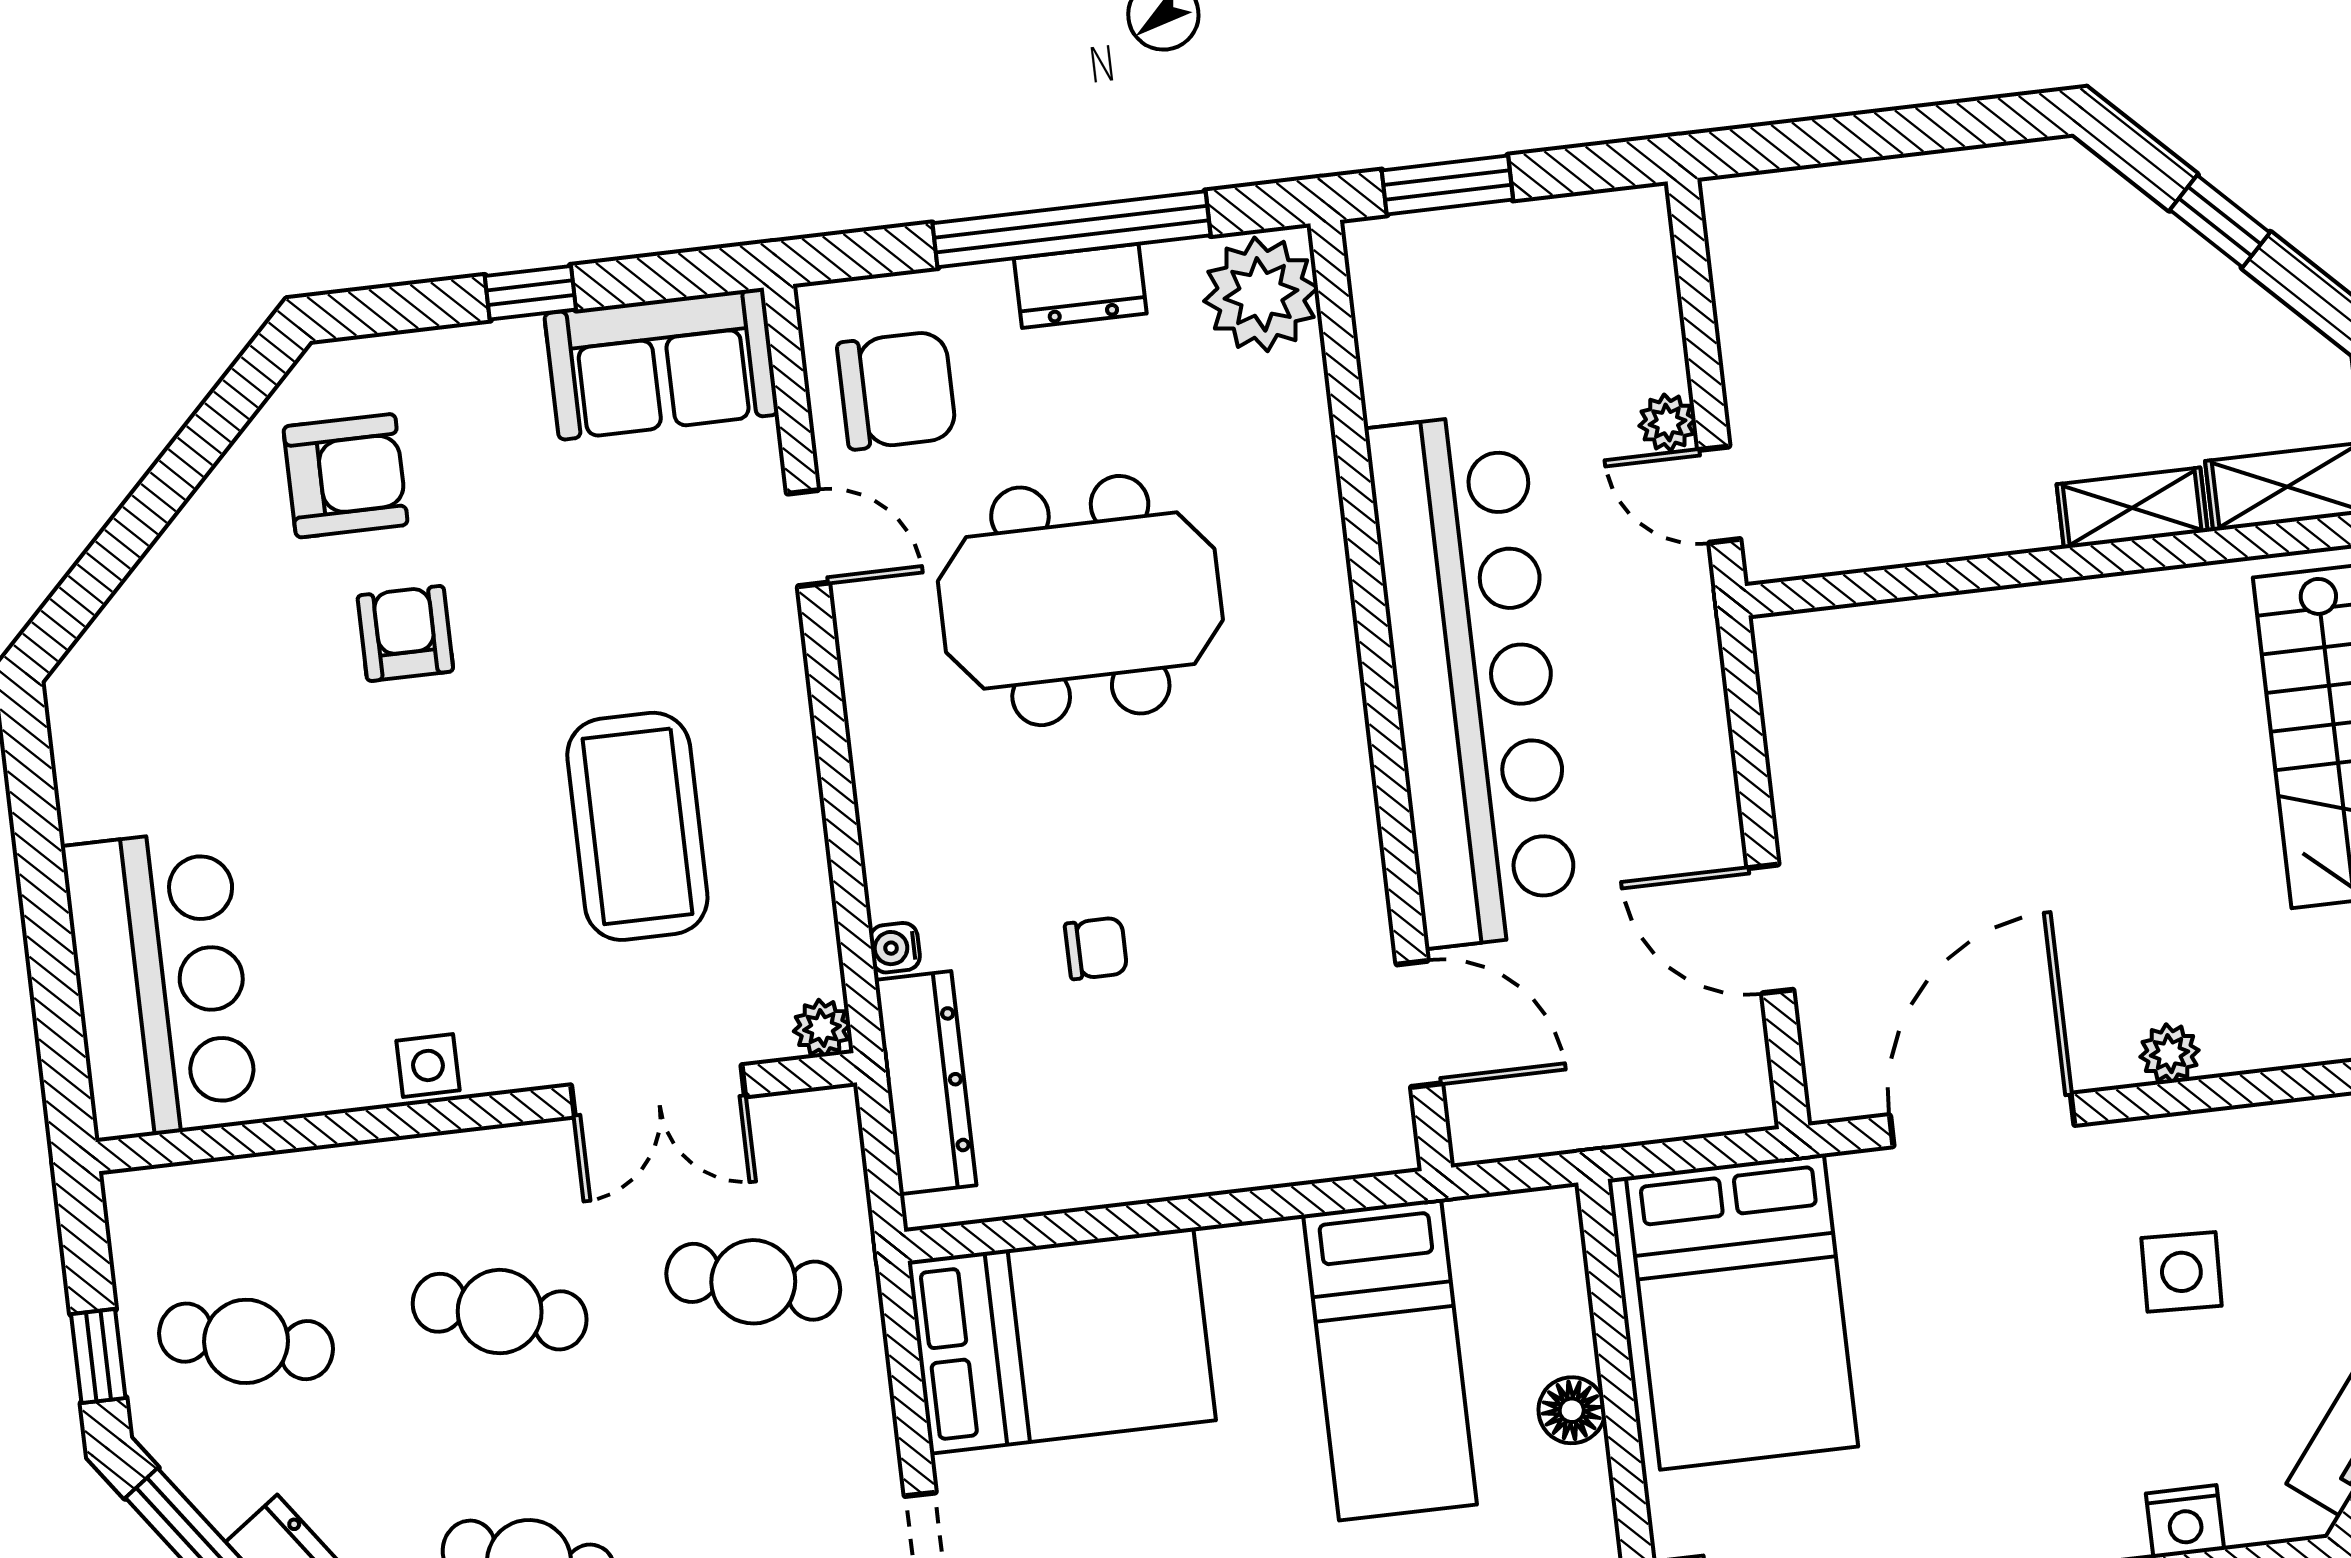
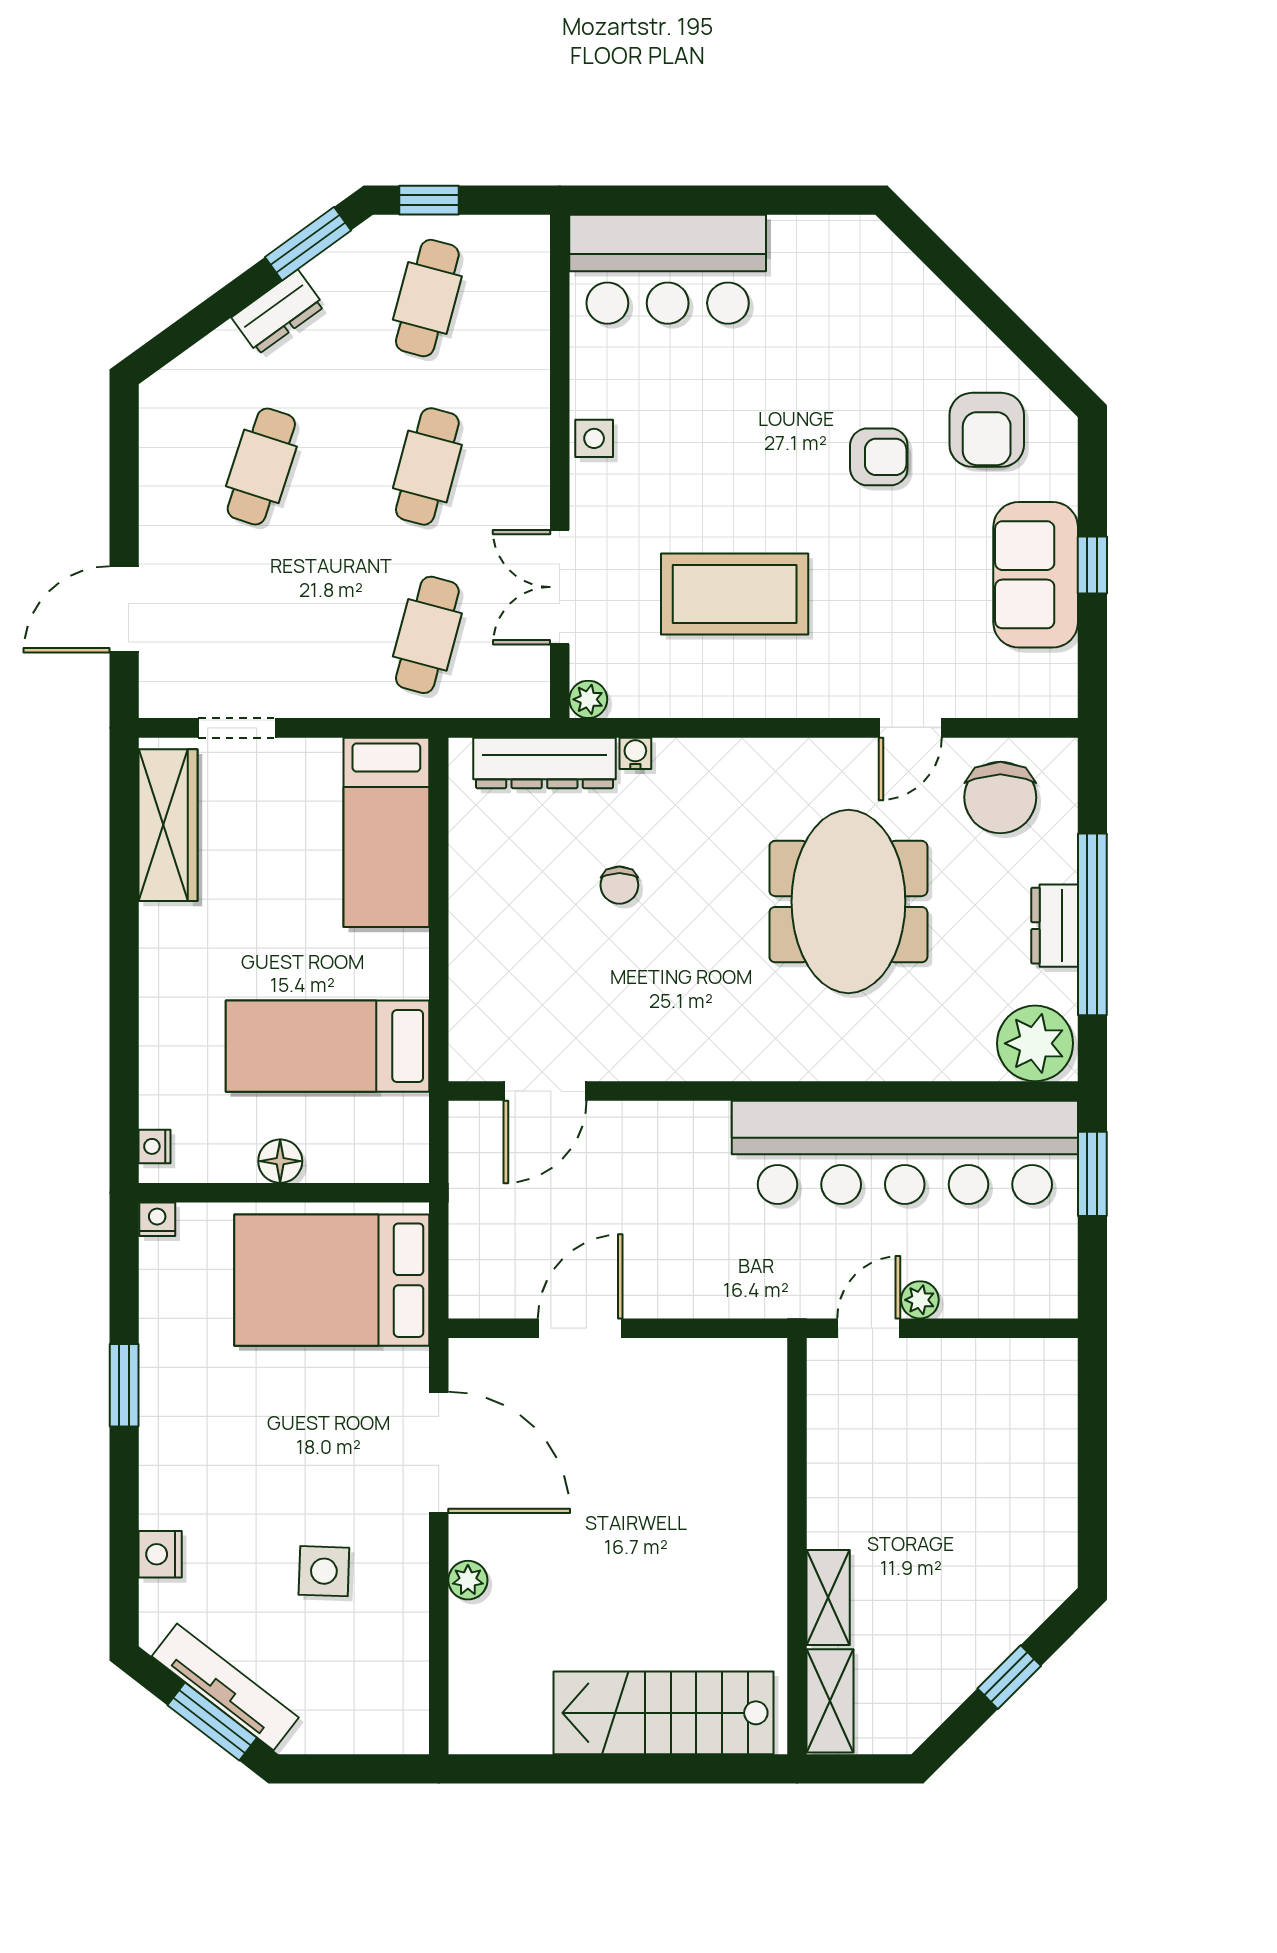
sofa: (661, 364) -> (1036, 575), moved
bar counter: (1473, 680) -> (905, 1152), moved
bed: (1062, 1341) -> (386, 832), width x0.67

